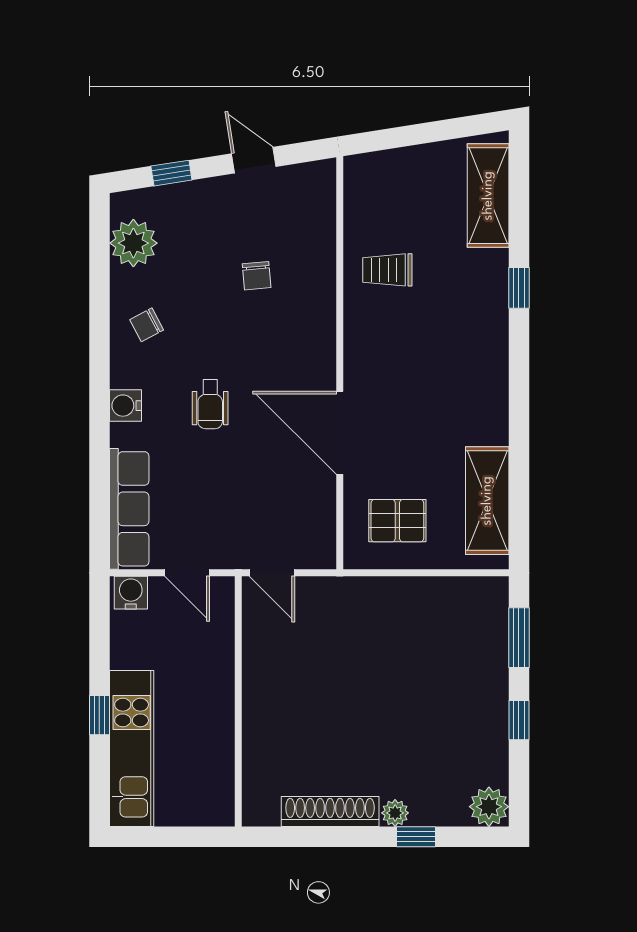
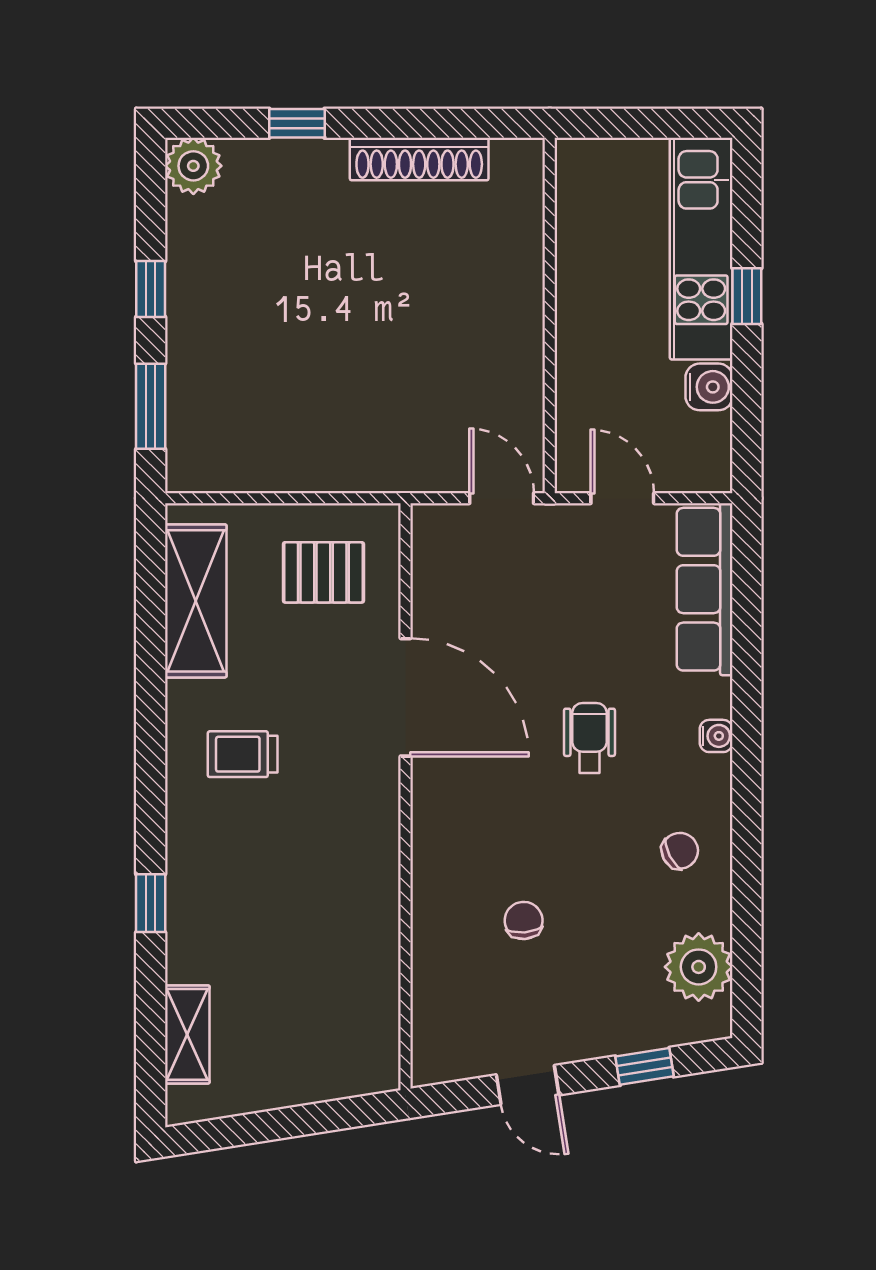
shelving: (488, 196) -> (187, 1034), width x0.67, depth x0.75
trolley: (387, 270) -> (243, 754), moved, turned 180
water cooler: (125, 406) -> (716, 736), width x0.72, depth x0.72
water cooler: (131, 593) -> (709, 387), moved, turned -90
plant: (395, 813) -> (327, 157), removed

